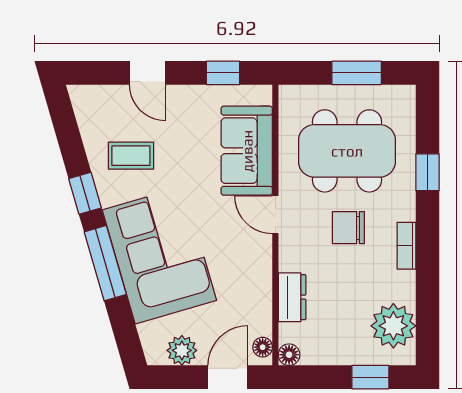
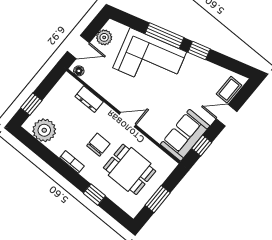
sofa: (247, 151) -> (185, 135), moved, turned -90
dining table: (347, 151) -> (130, 169), width x0.73
coffee table: (131, 156) -> (229, 90), moved
floor lamp: (289, 355) -> (67, 79), removed
door: (228, 377) -> (78, 47), hinge flipped

